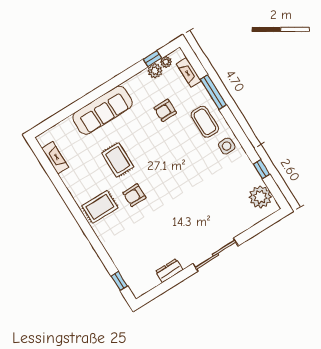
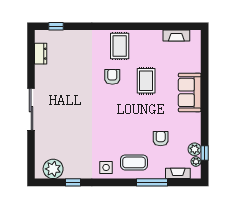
sofa: (103, 110) -> (190, 92), width x0.73
rug: (118, 160) -> (146, 81), turned 90
dresser: (169, 271) -> (41, 54), moved

